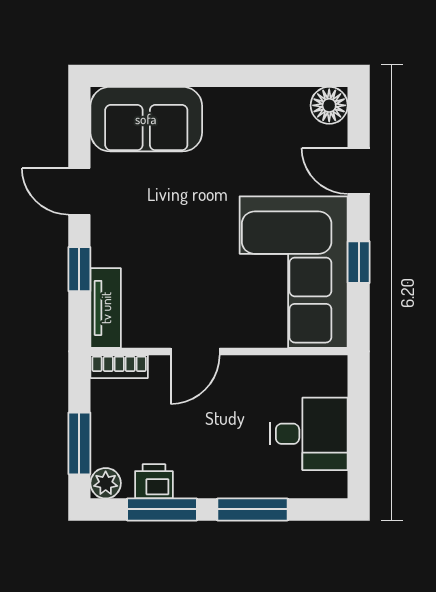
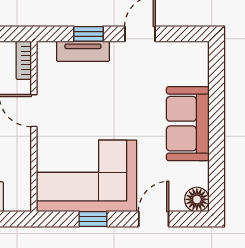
sofa: (146, 119) -> (188, 124), moved
tv unit: (106, 308) -> (83, 51), moved

